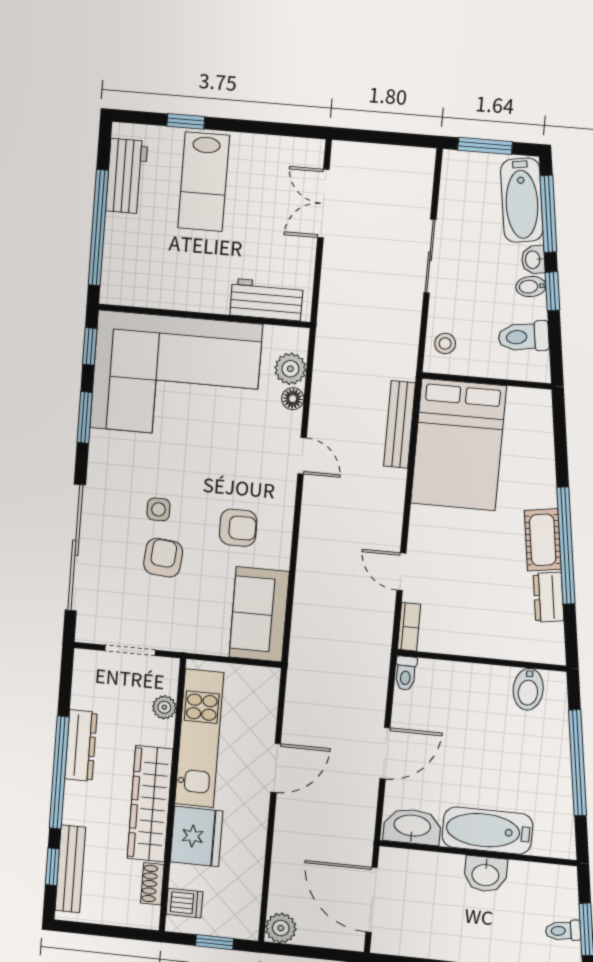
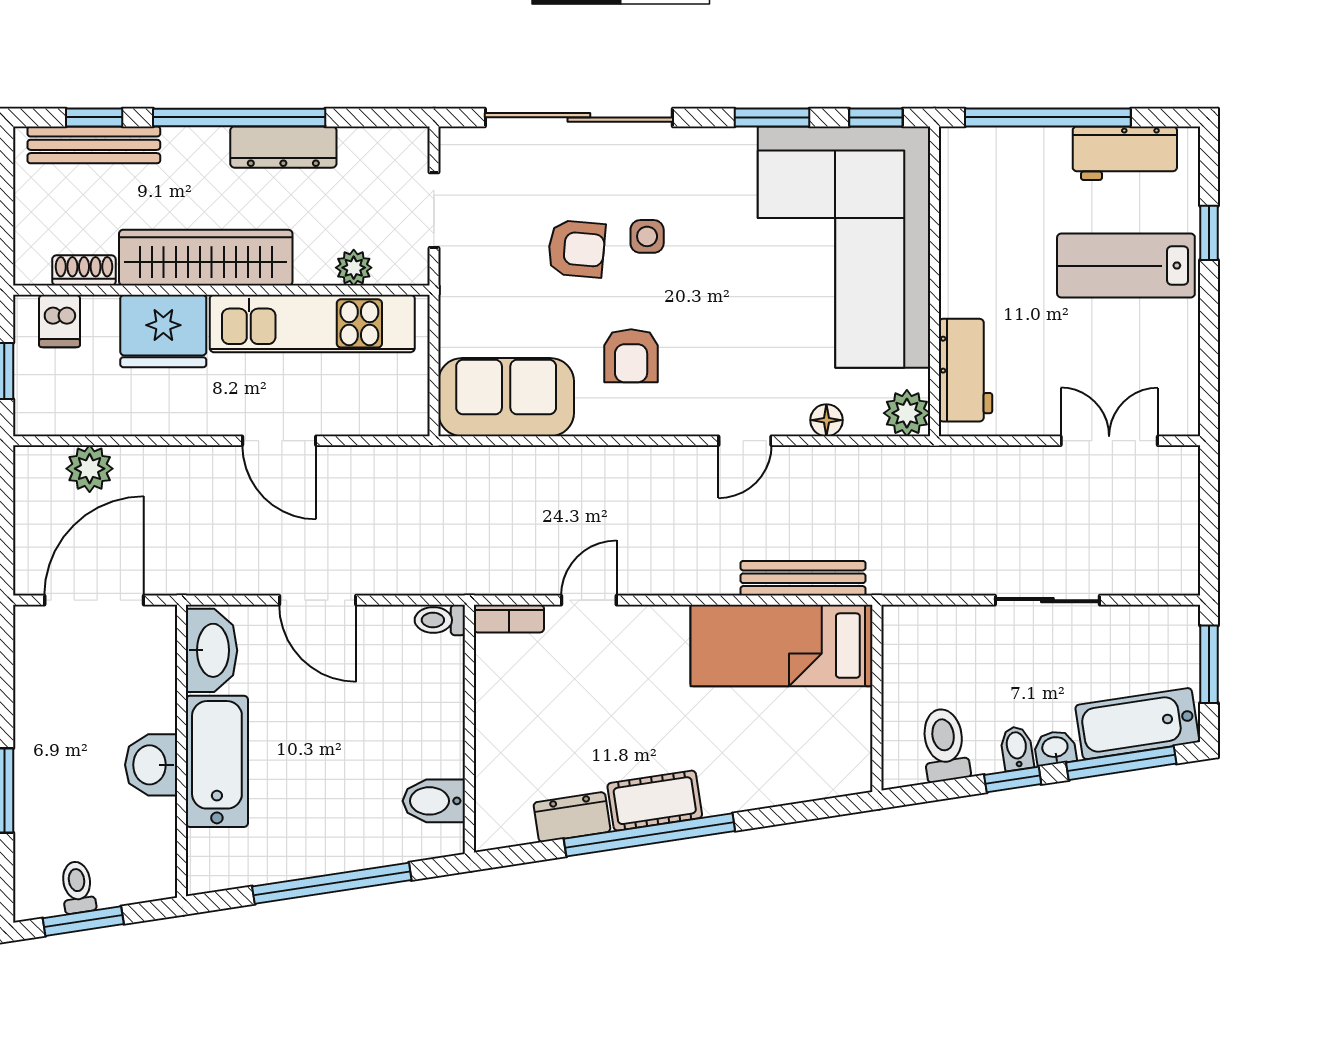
stool: (445, 343) -> (925, 633), removed
plant: (290, 369) -> (907, 413), moved
bed: (458, 445) -> (781, 646), width x0.67
plant: (281, 928) -> (90, 469), moved

